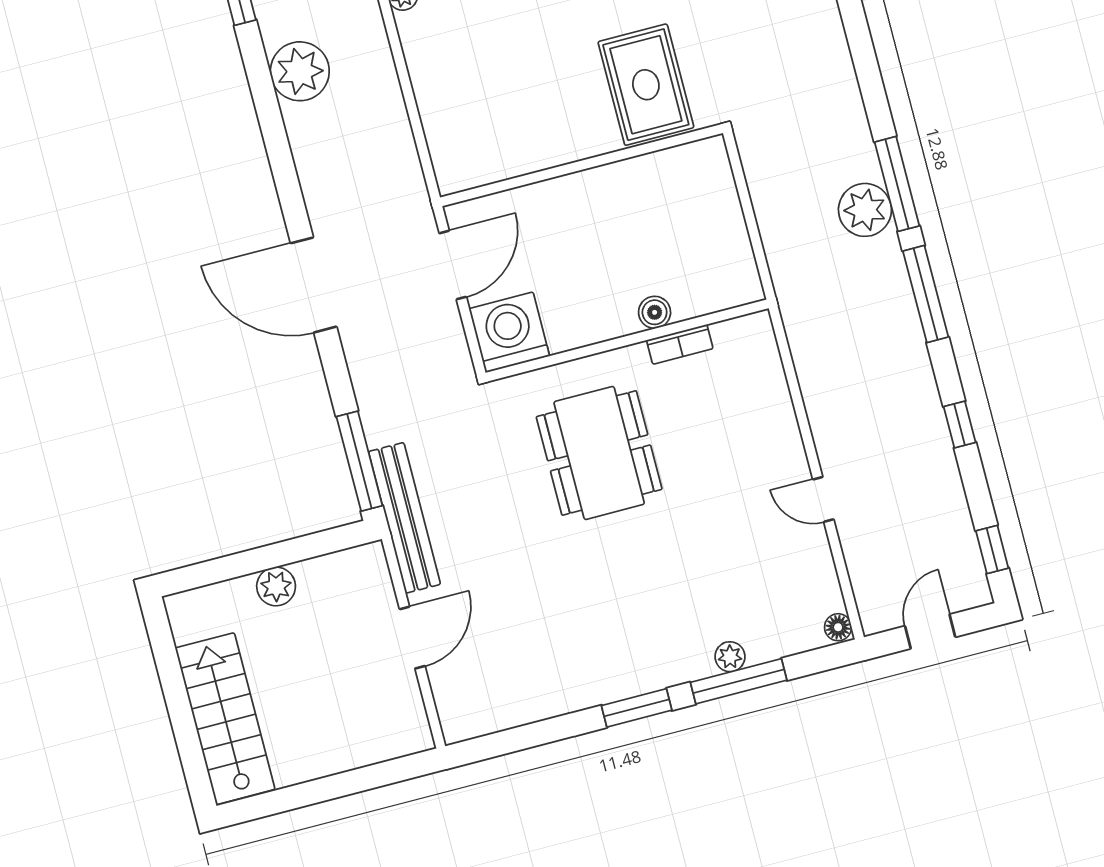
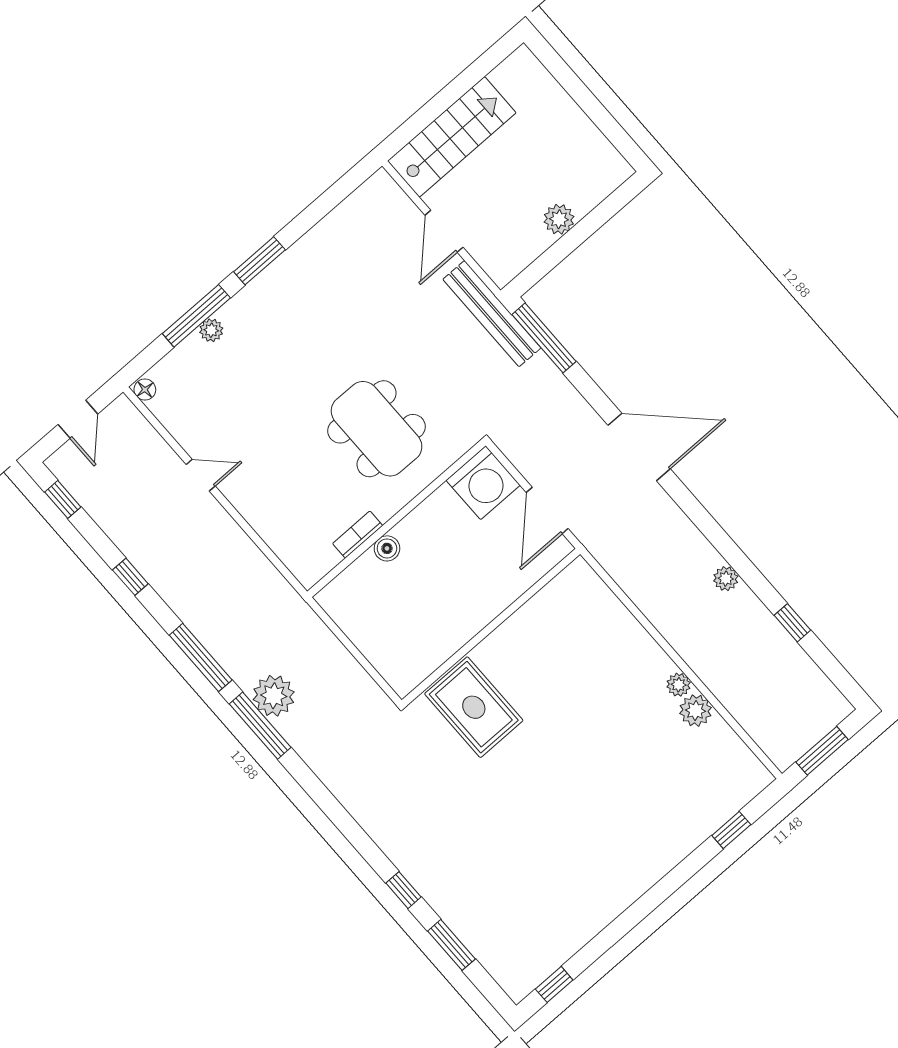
plant: (300, 71) -> (726, 579), width x0.53, depth x0.53
stairs: (225, 719) -> (452, 137), moved, turned -90

